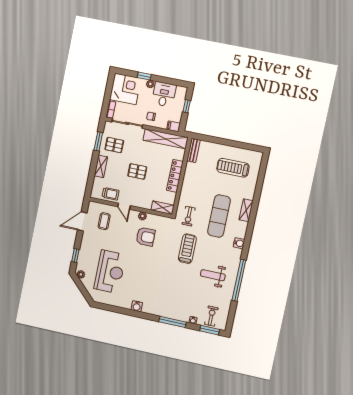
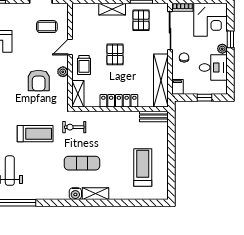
trolley: (111, 194) -> (84, 65), moved
exercise mat: (219, 216) -> (82, 163), width x0.73, depth x0.69
water cooler: (239, 243) -> (75, 194), moved

